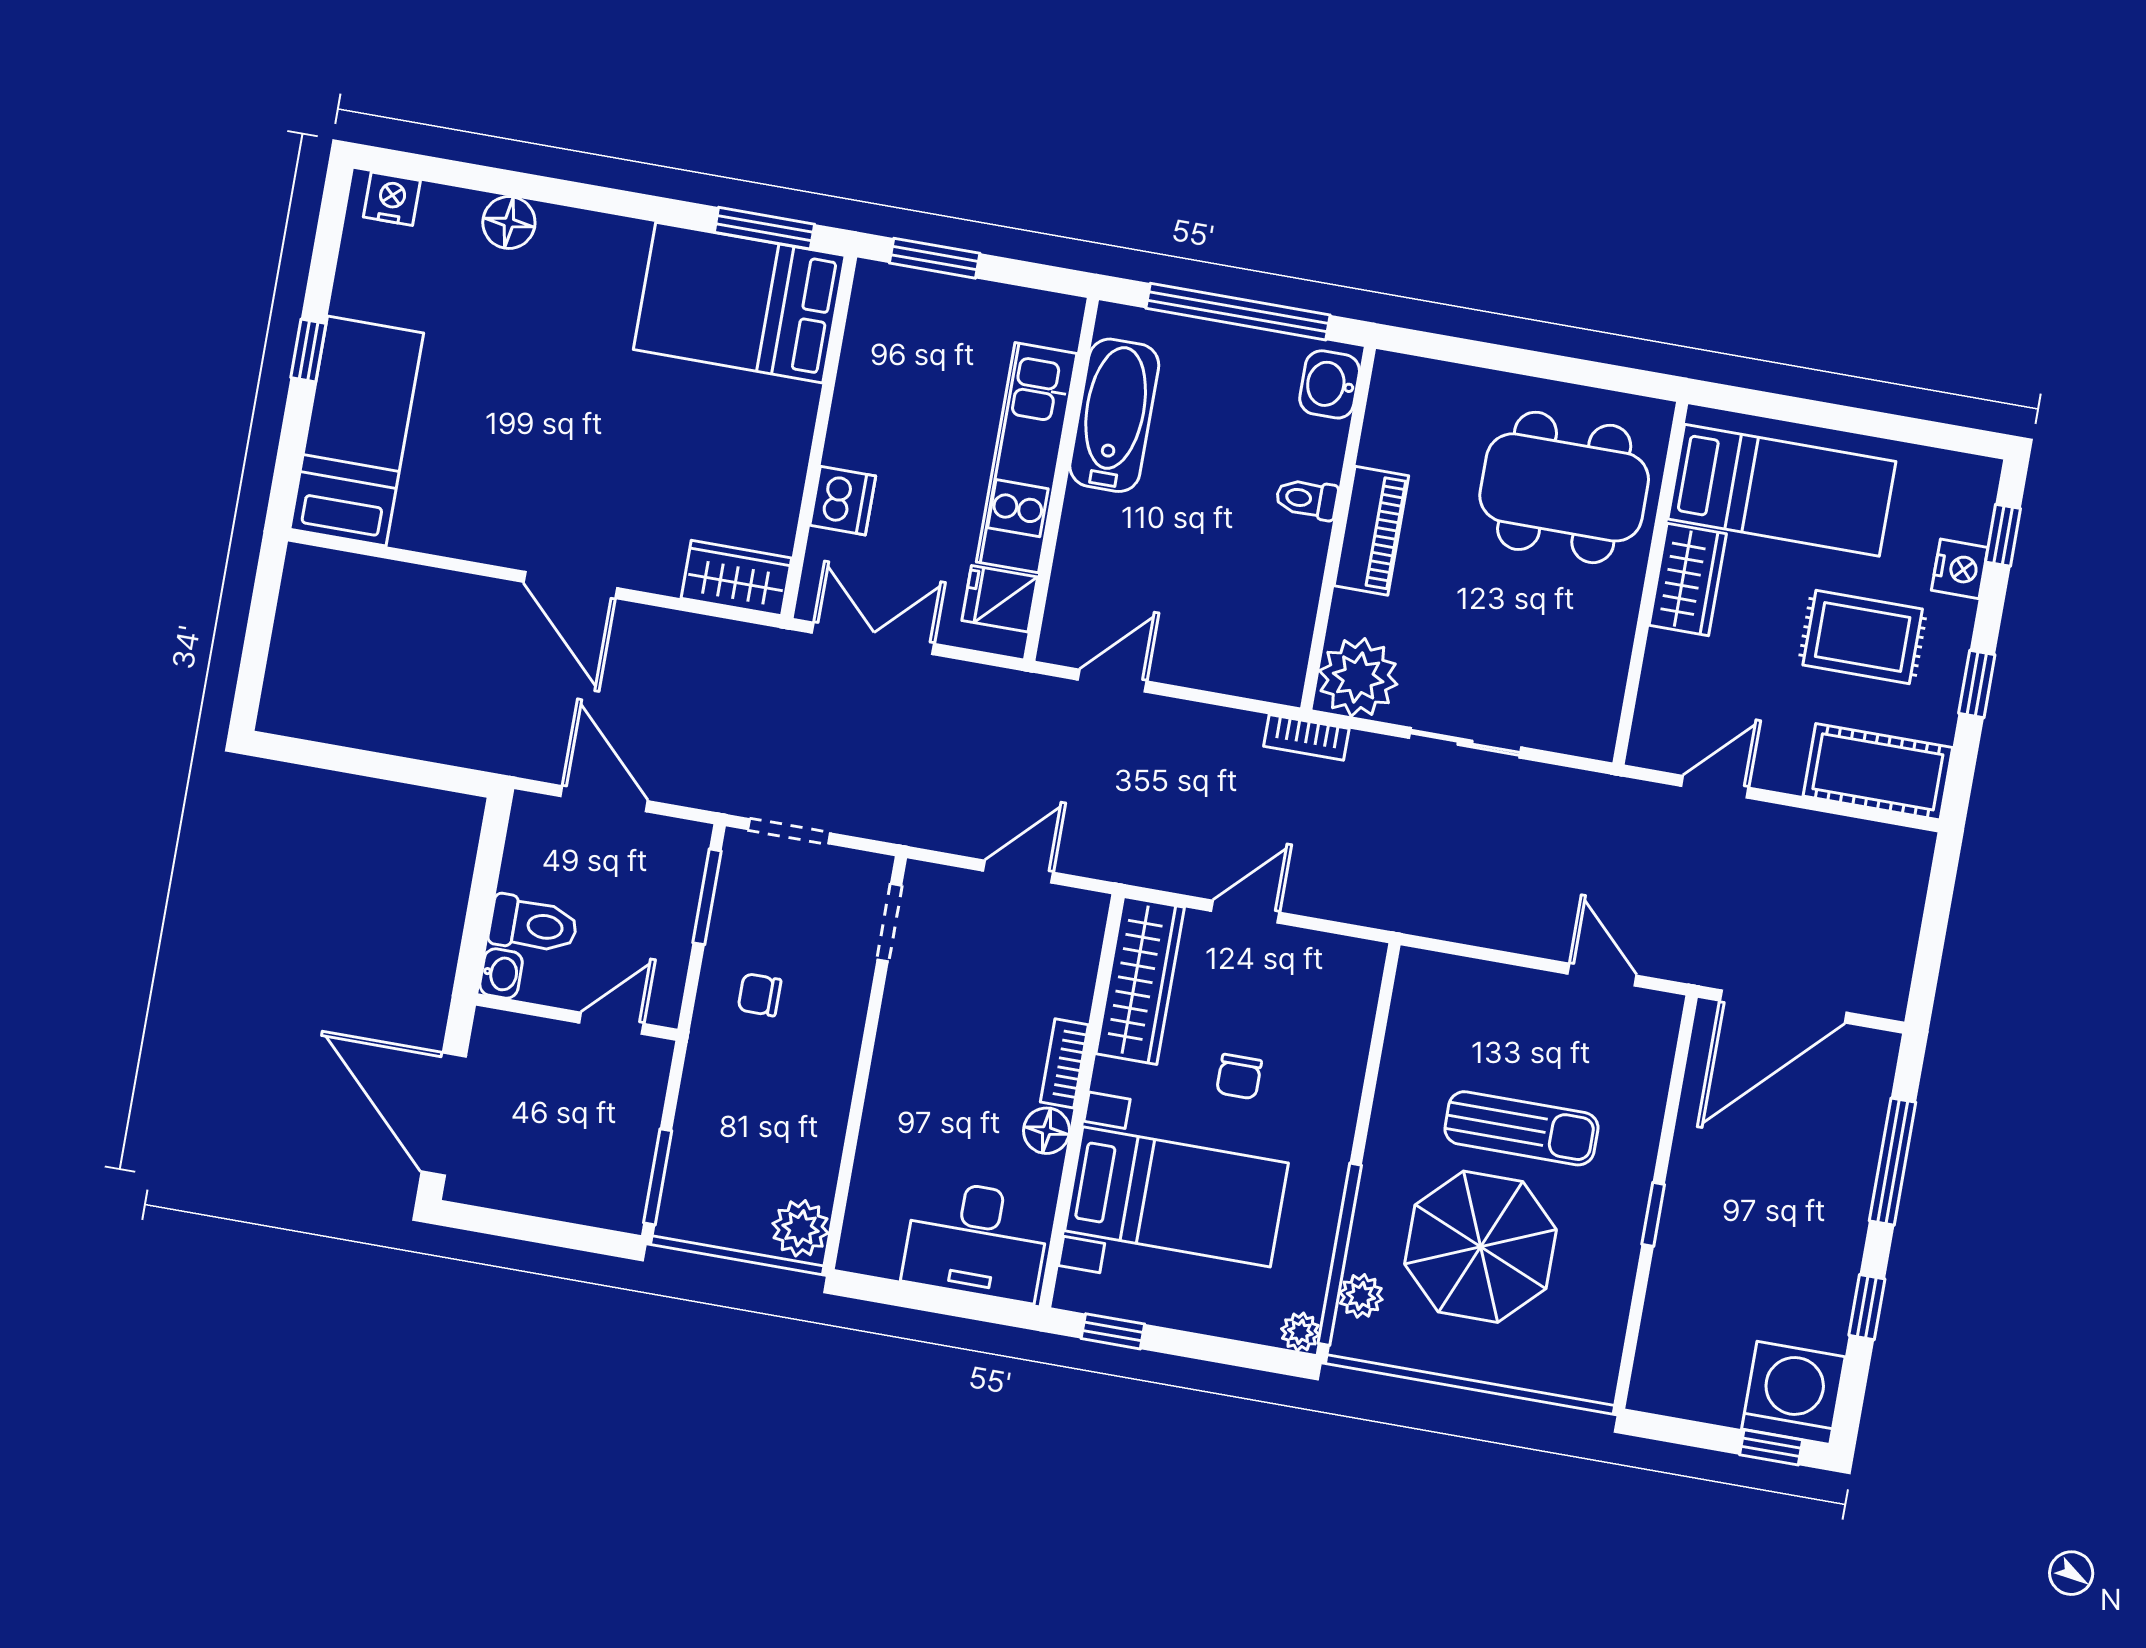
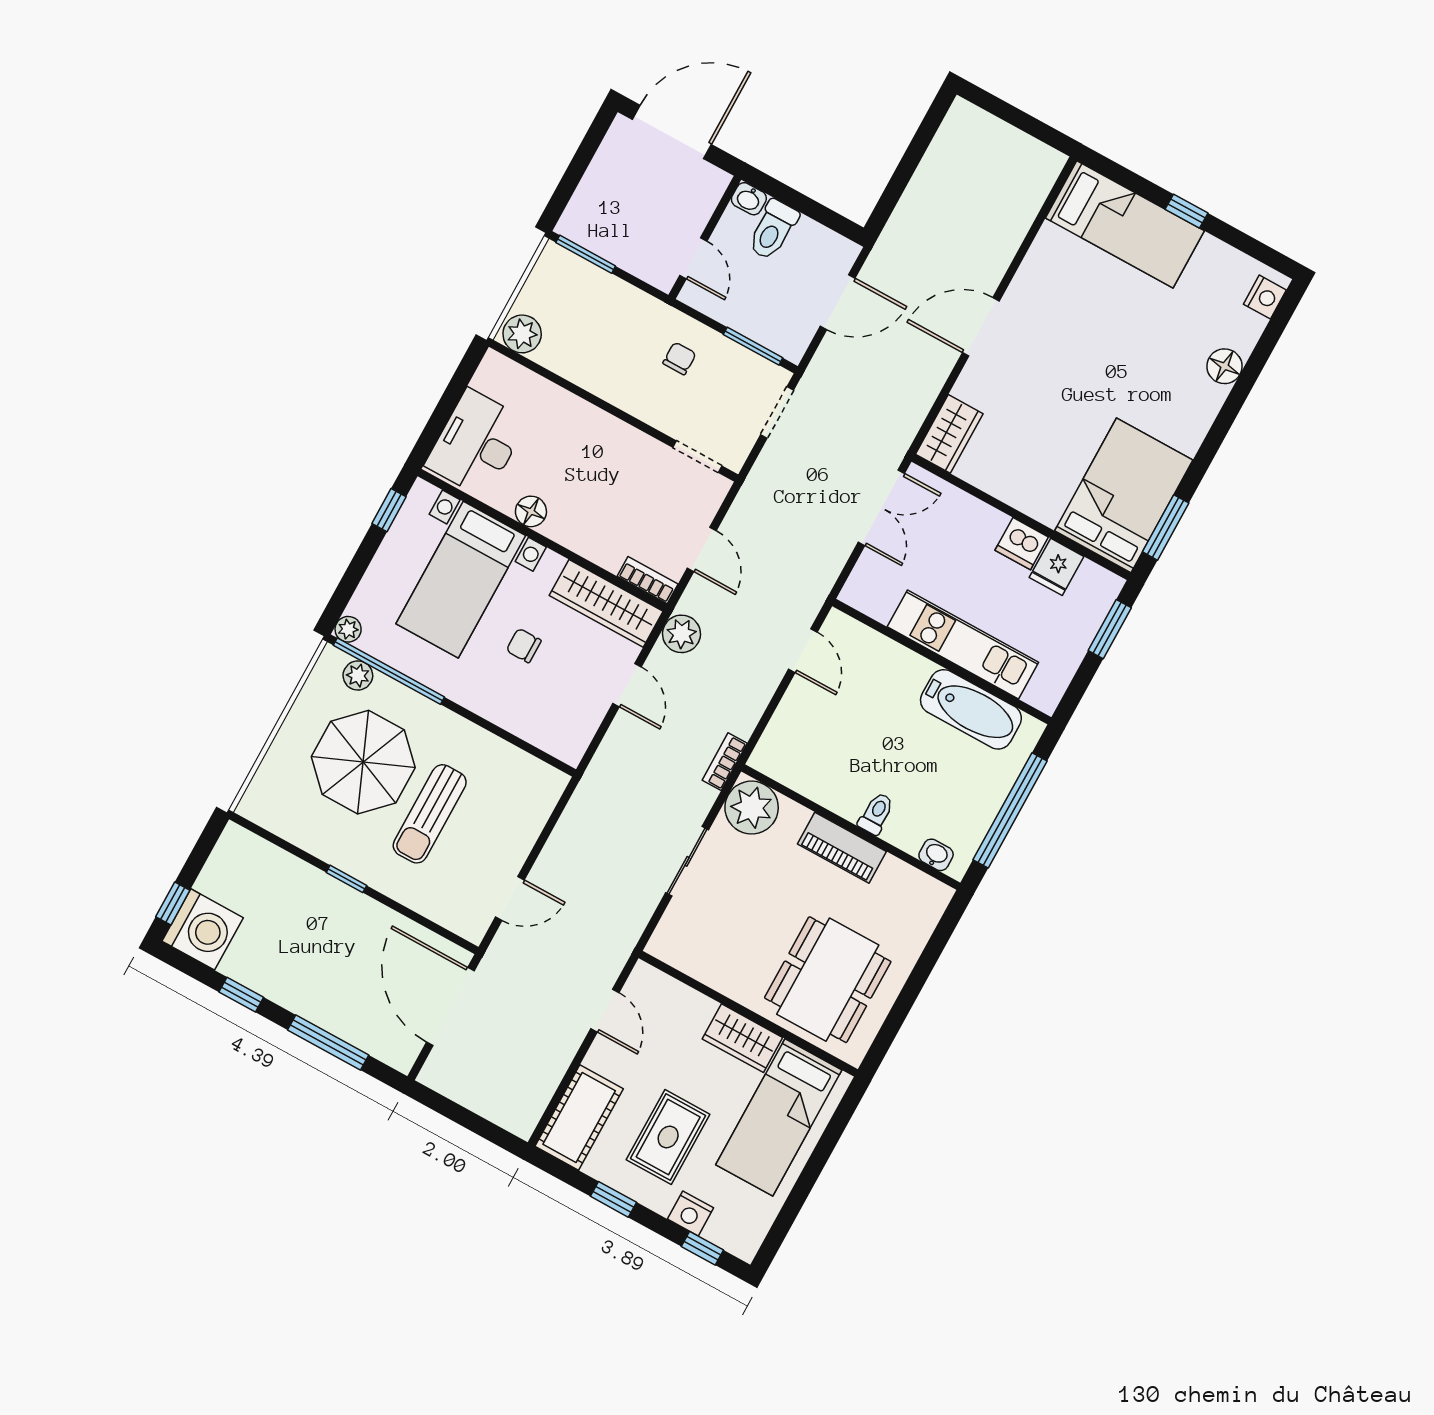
washbasin: (1330, 384) -> (936, 855), width x0.72, depth x0.69
dishwasher: (843, 501) -> (1022, 544), moved
fridge: (1000, 599) -> (1057, 567), moved, turned 180
plant: (1147, 860) -> (682, 634), added
bookcase: (1064, 1063) -> (648, 580), moved

